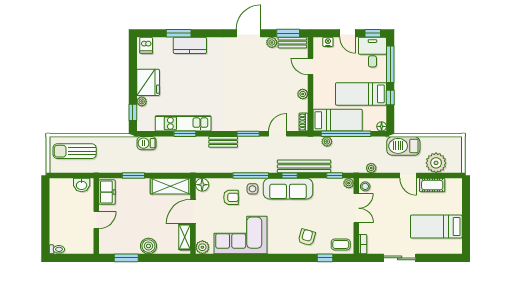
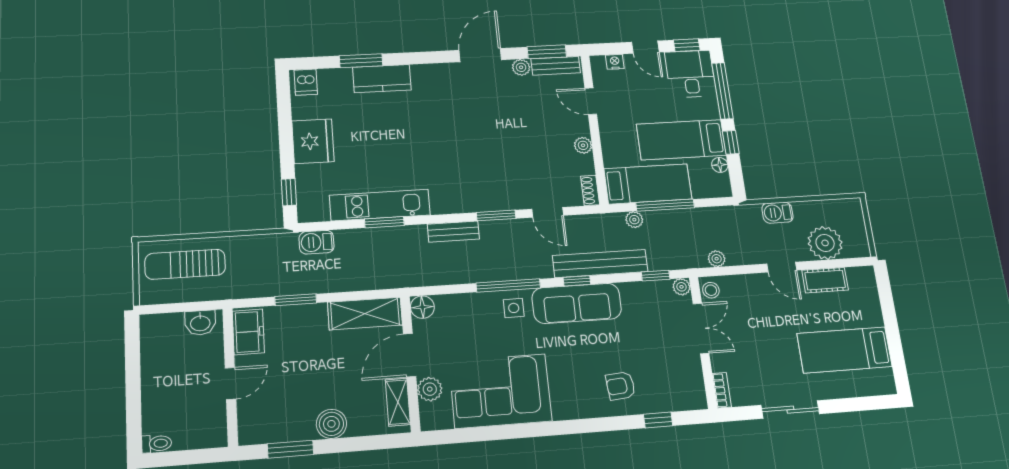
plant: (142, 101) -> (304, 173), removed
floor lamp: (382, 126) -> (720, 165), moved
door: (278, 134) -> (548, 212), swing flipped
window: (346, 134) -> (665, 205), width x0.68
barbecue: (403, 146) -> (777, 213), width x0.53, depth x0.65
armchair: (231, 197) -> (477, 325), removed
armchair: (307, 237) -> (621, 386), turned -111
coffee table: (341, 244) -> (683, 394), removed
plant: (202, 247) -> (430, 389), moved

